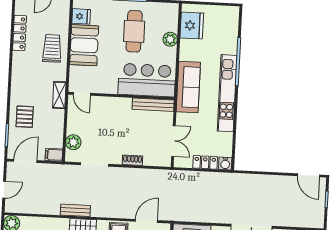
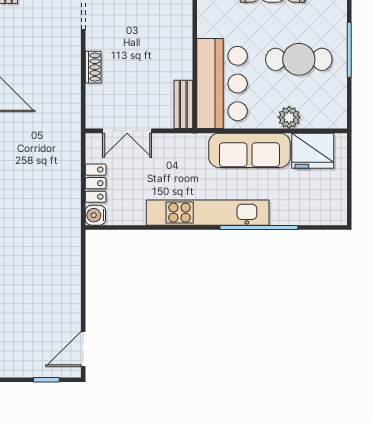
sofa: (188, 87) -> (249, 150), moved
bench: (153, 105) -> (183, 104), width x0.73

